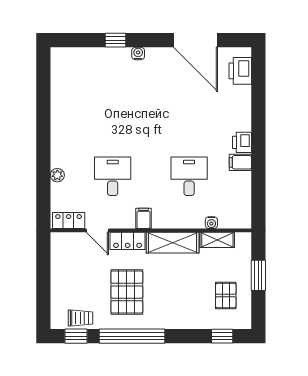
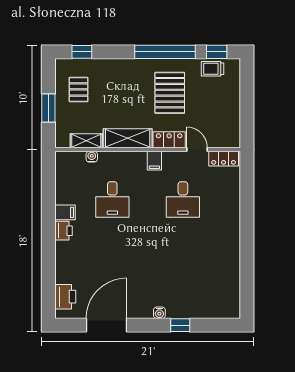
door: (196, 40) -> (106, 325), hinge flipped
plant: (57, 175) -> (234, 201), removed

